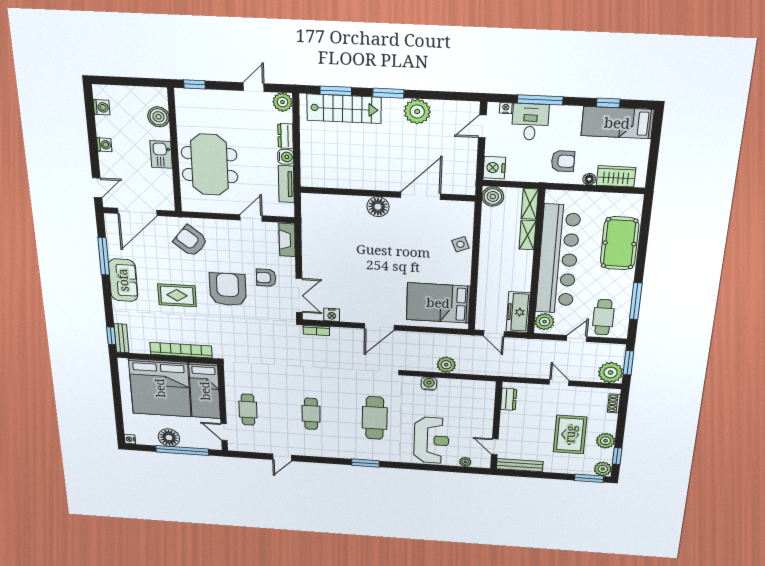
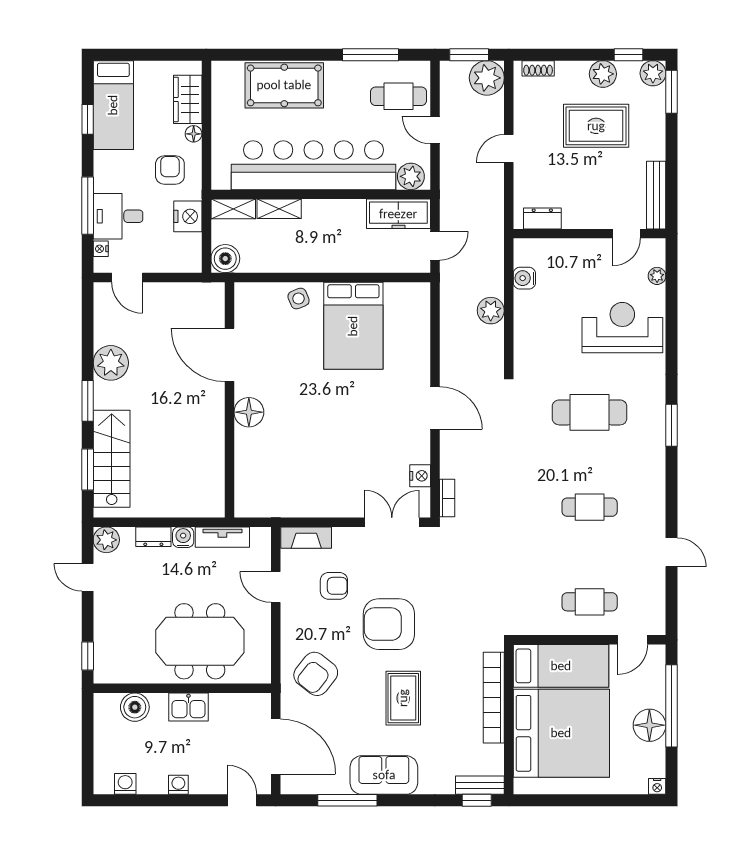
nightstand: (494, 168) -> (188, 216), moved, turned -90
armchair: (266, 278) -> (334, 586), moved, turned -90
bed: (438, 303) -> (353, 326), moved
water cooler: (429, 384) -> (524, 278), moved

